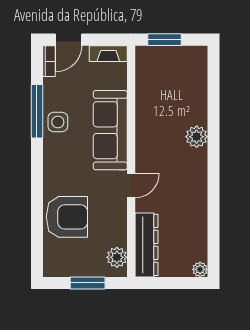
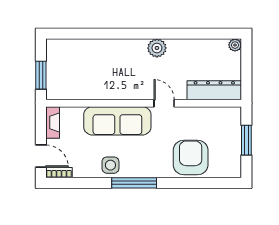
window: (37, 111) -> (134, 183), moved
plant: (197, 137) -> (157, 48), moved
plant: (117, 257) -> (225, 115), removed

